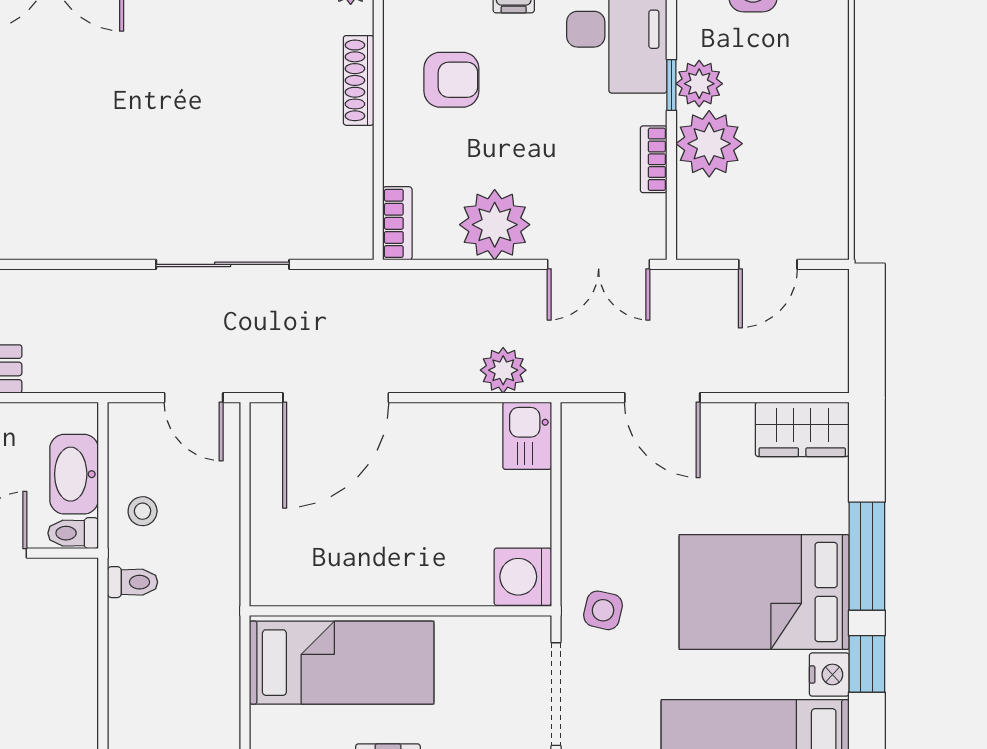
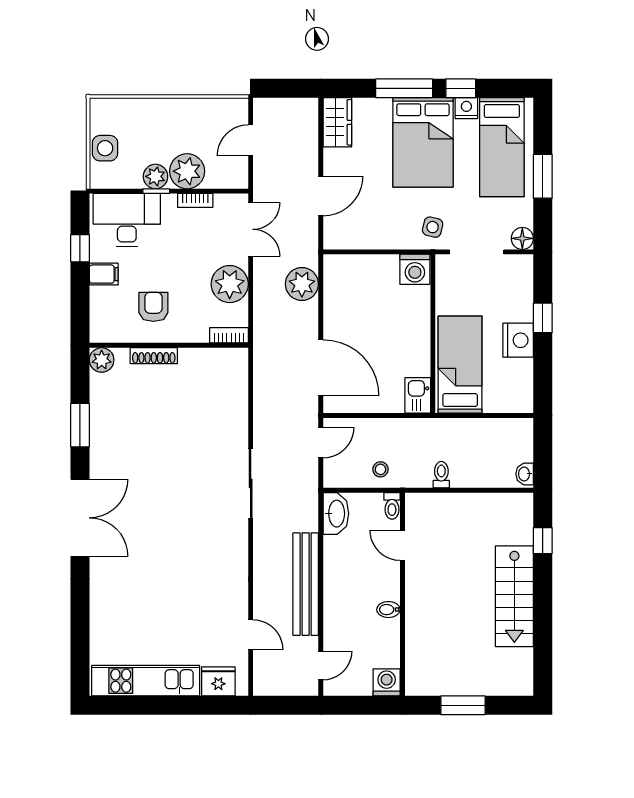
sliding door: (223, 264) -> (251, 483), moved
door: (768, 264) -> (251, 140), swing flipped
plant: (503, 370) -> (302, 284), width x1.36, depth x1.36
kitchen sink: (527, 436) -> (418, 395), moved, turned 90
washbasin: (74, 474) -> (336, 514), moved, turned -90
toilet: (132, 582) -> (441, 475), moved

